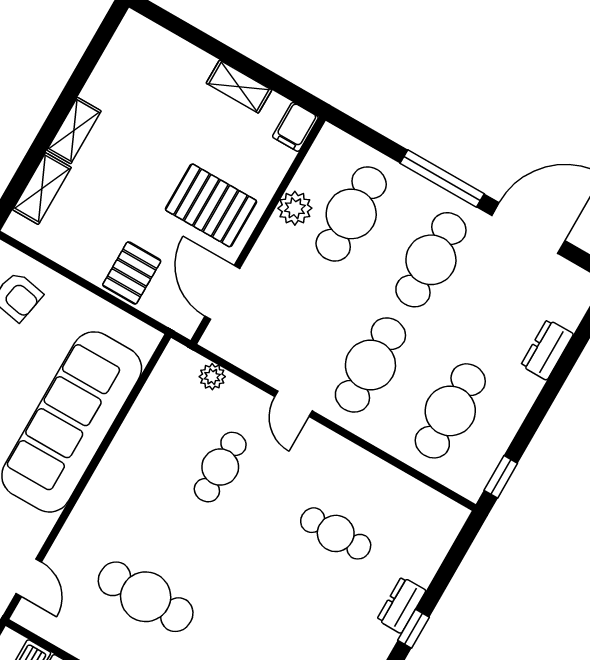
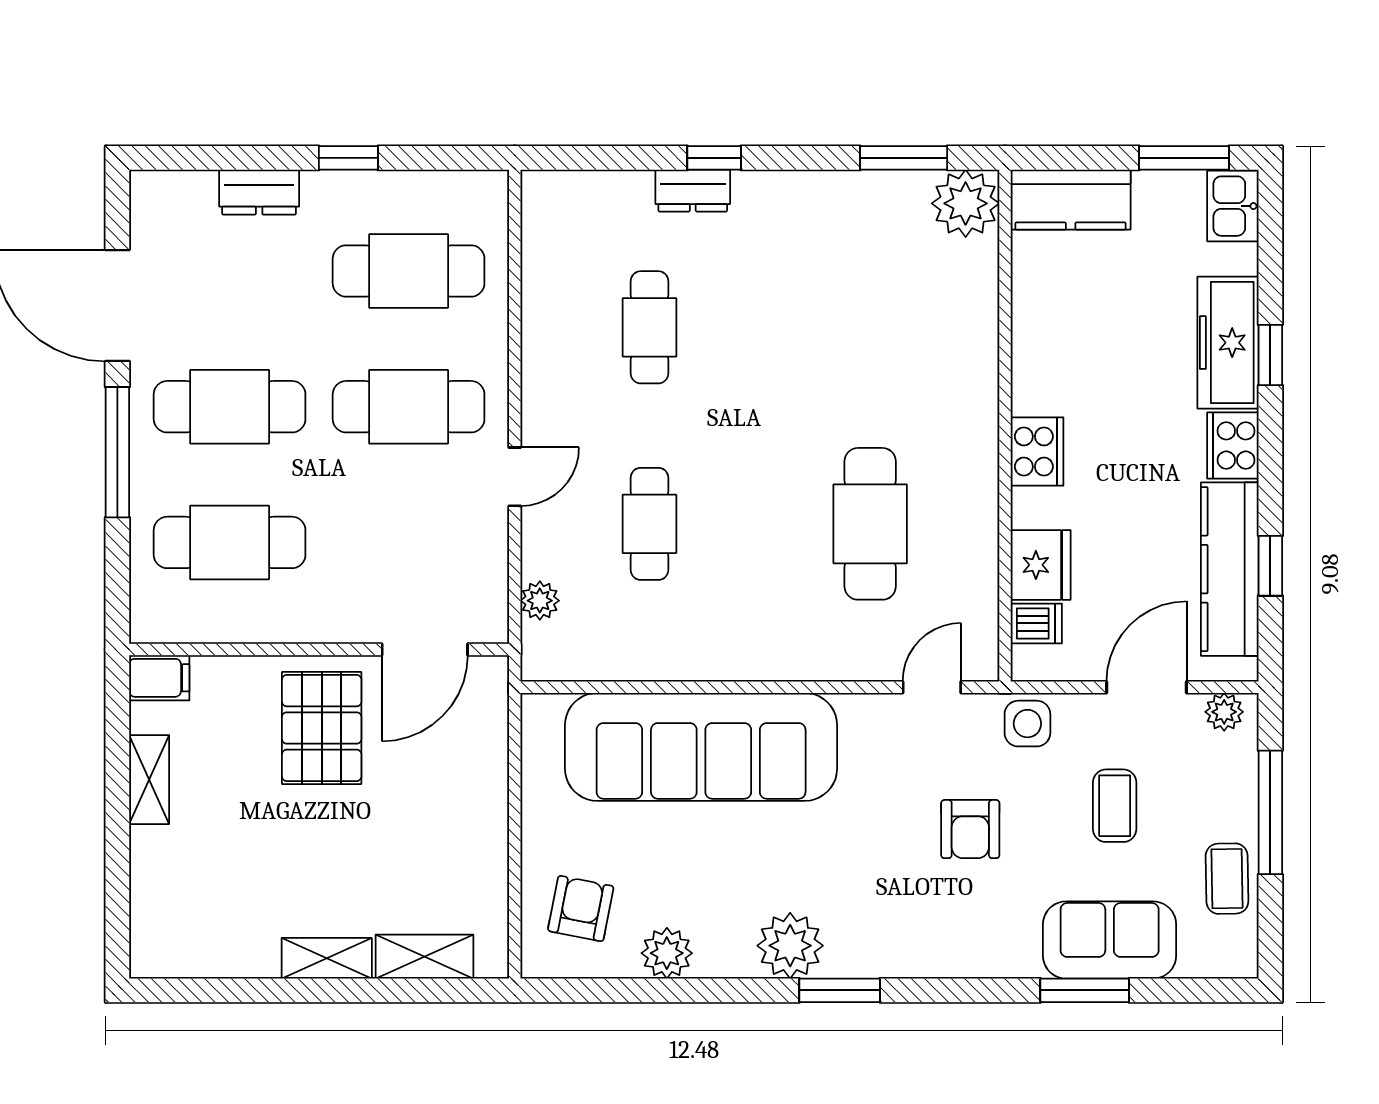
plant: (295, 208) -> (264, 619), removed
pallet: (132, 273) -> (466, 780), removed
cafe table: (220, 467) -> (649, 524), turned 90
window: (501, 477) -> (348, 158), moved

